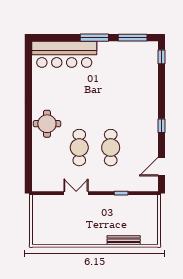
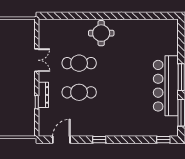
bar counter: (64, 54) -> (166, 86), moved
door: (162, 167) -> (61, 140), hinge flipped
dresser: (113, 186) -> (43, 95), added

